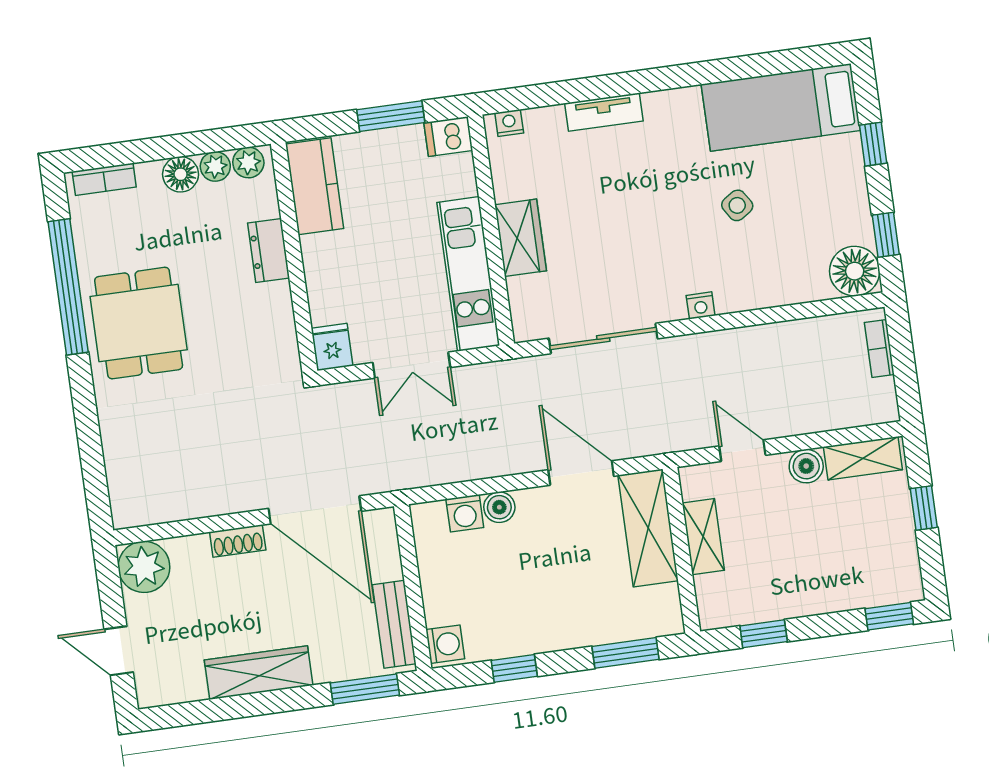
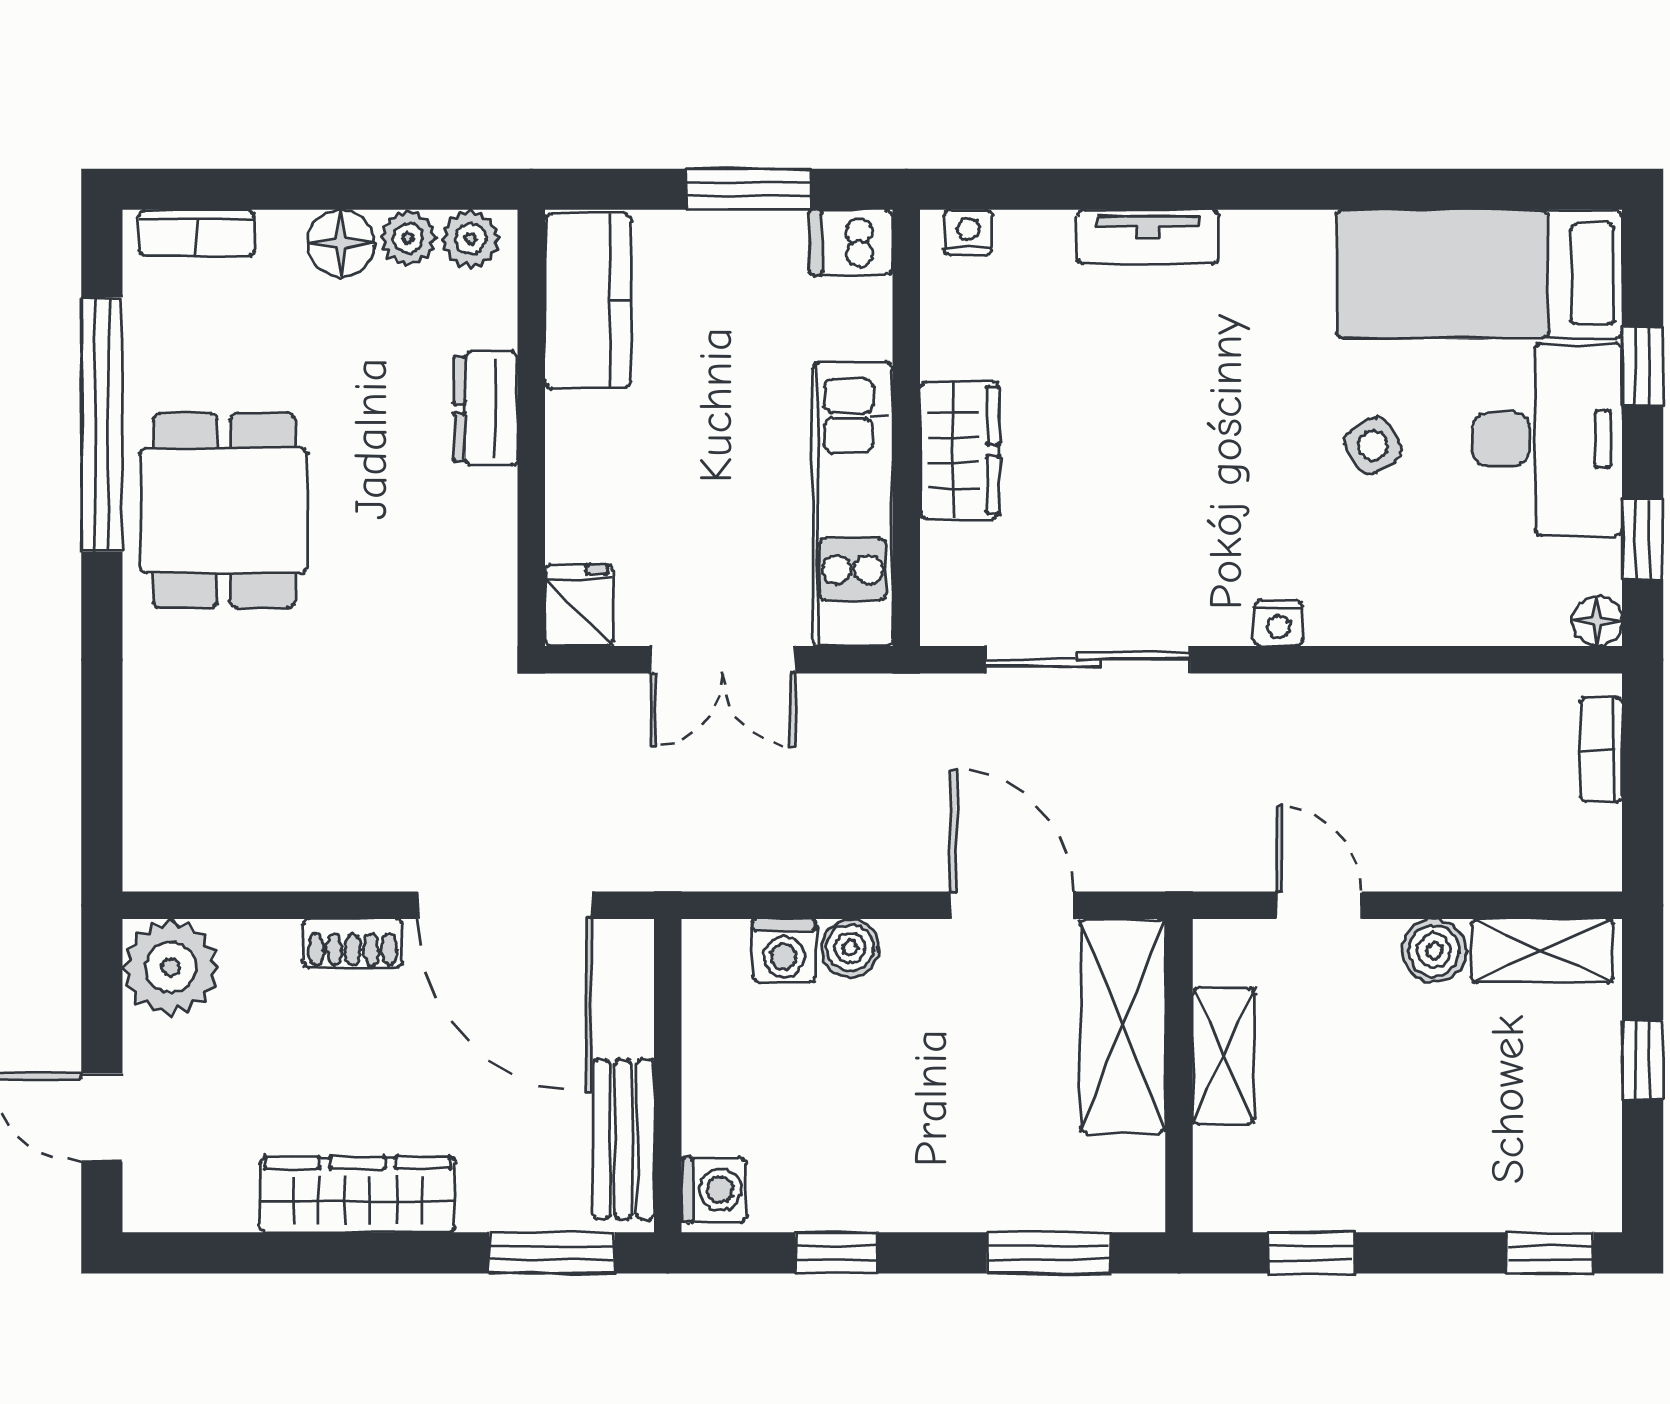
desk: (828, 189) -> (1547, 439), added
floor lamp: (855, 271) -> (1597, 621), width x0.53, depth x0.53

